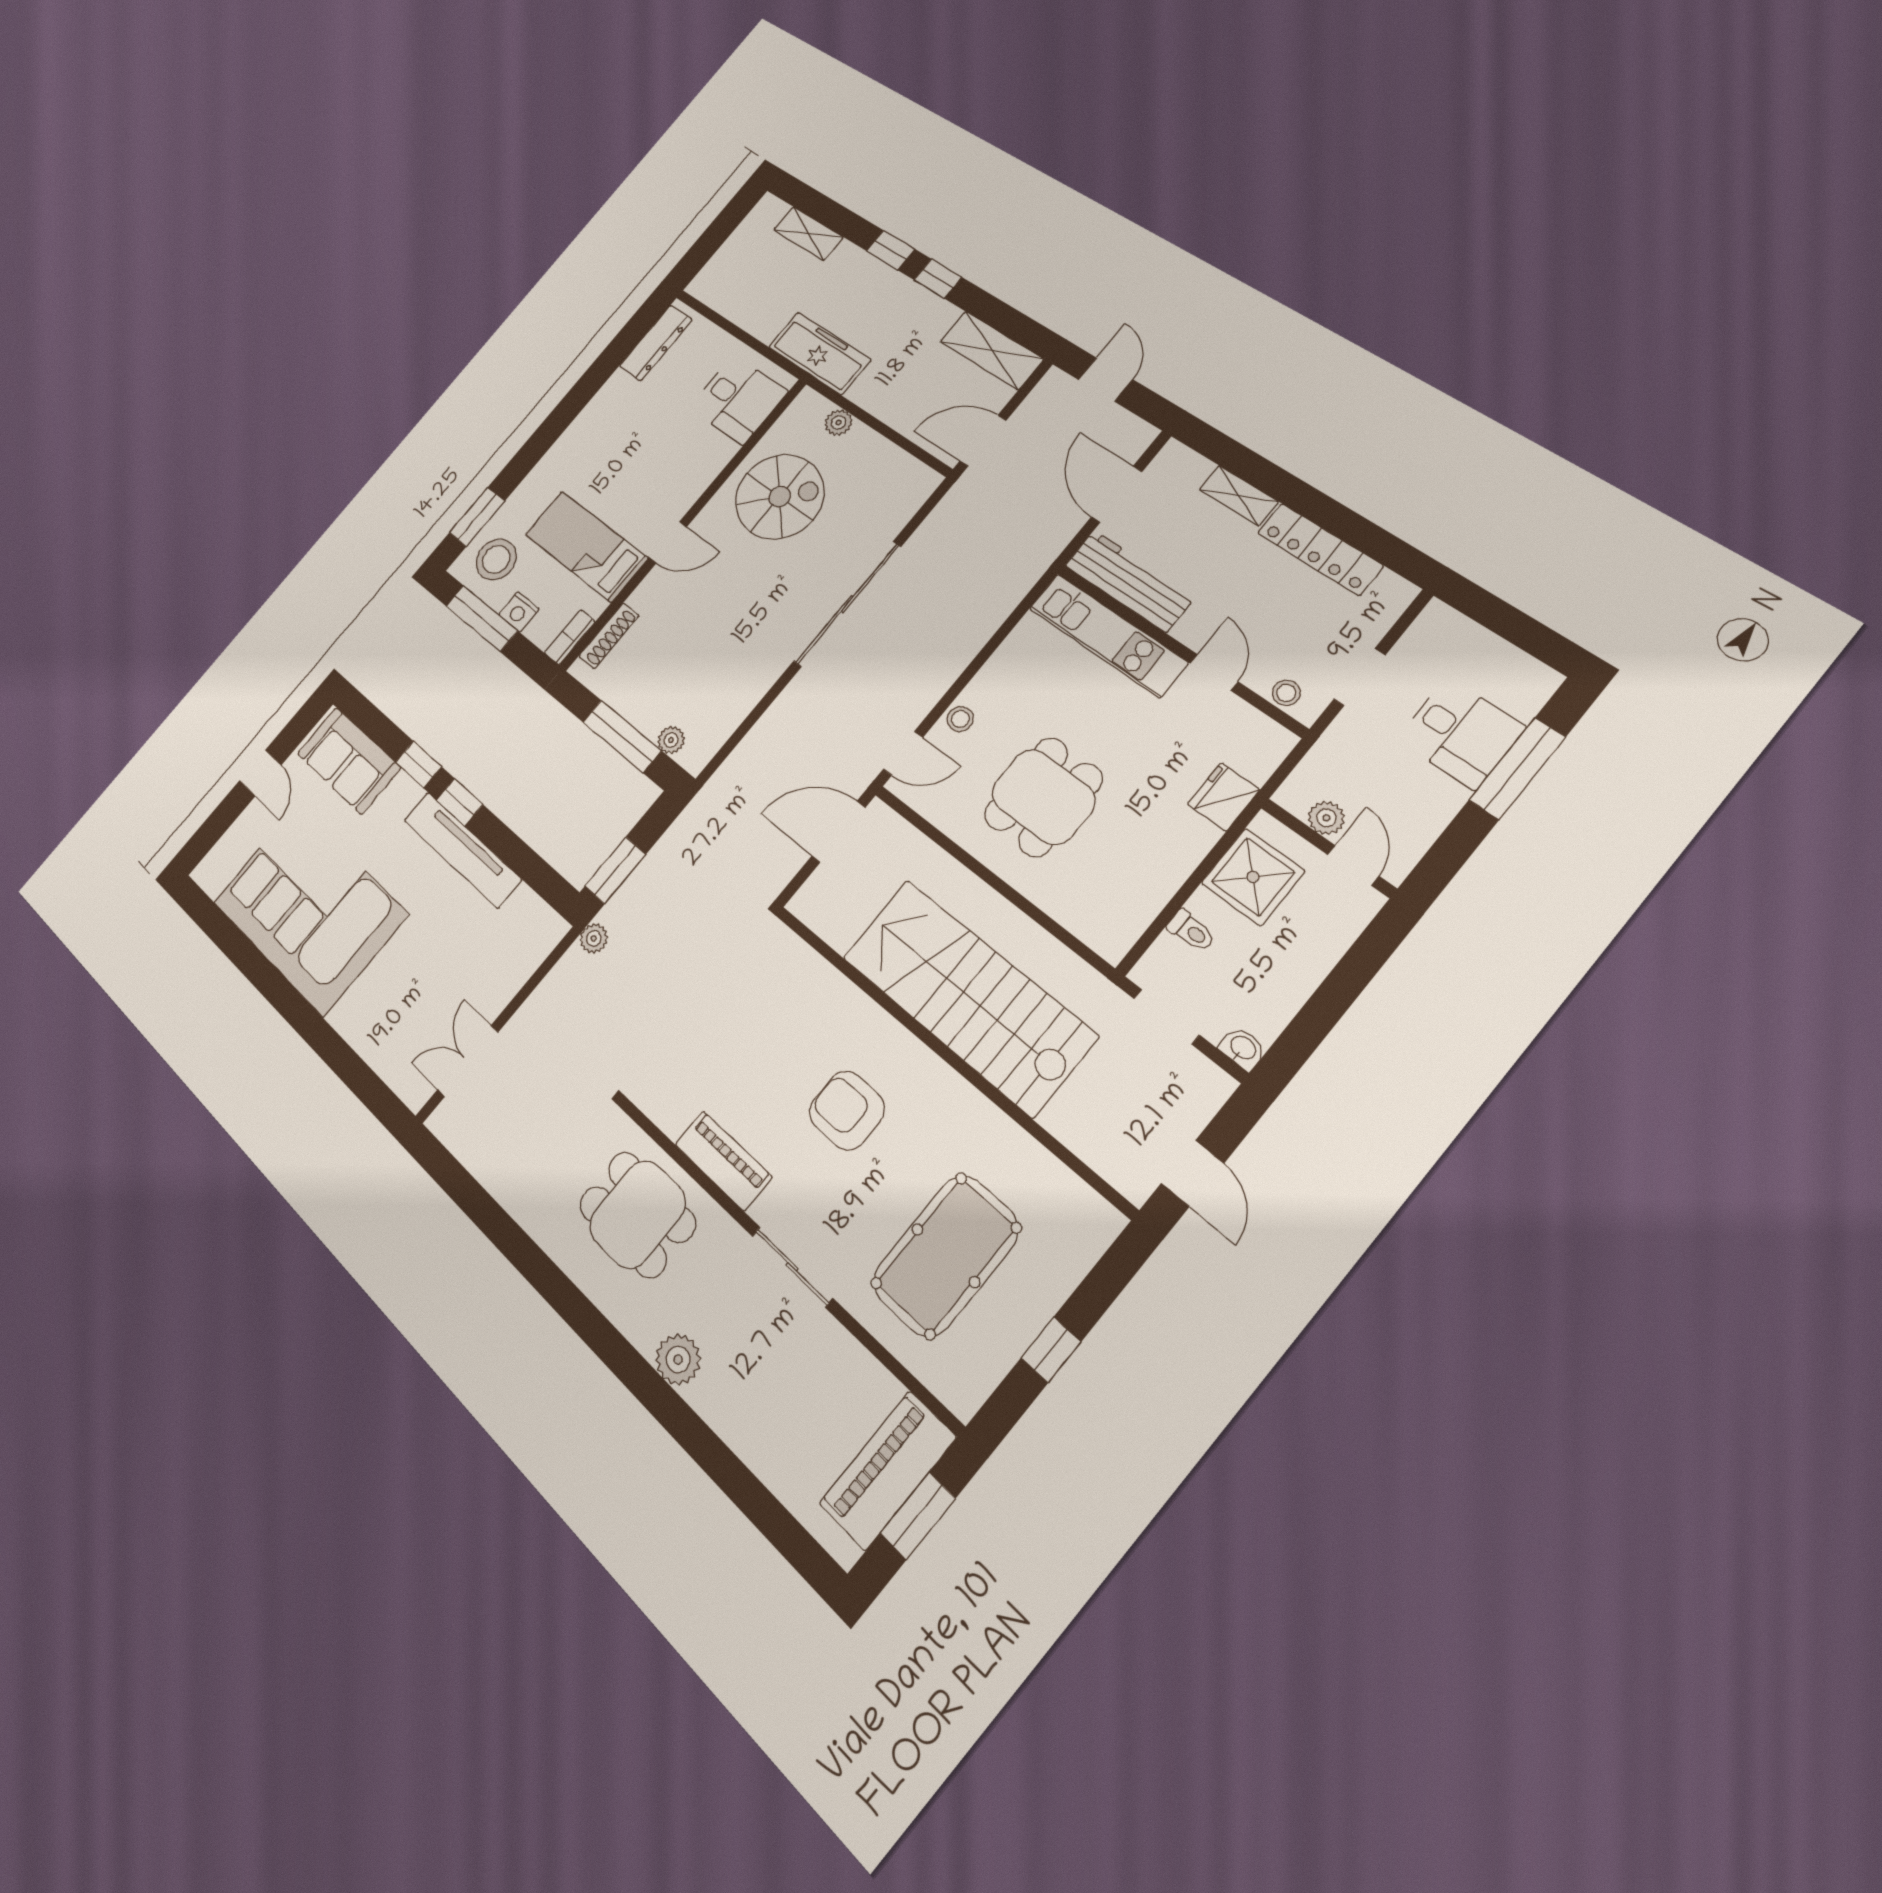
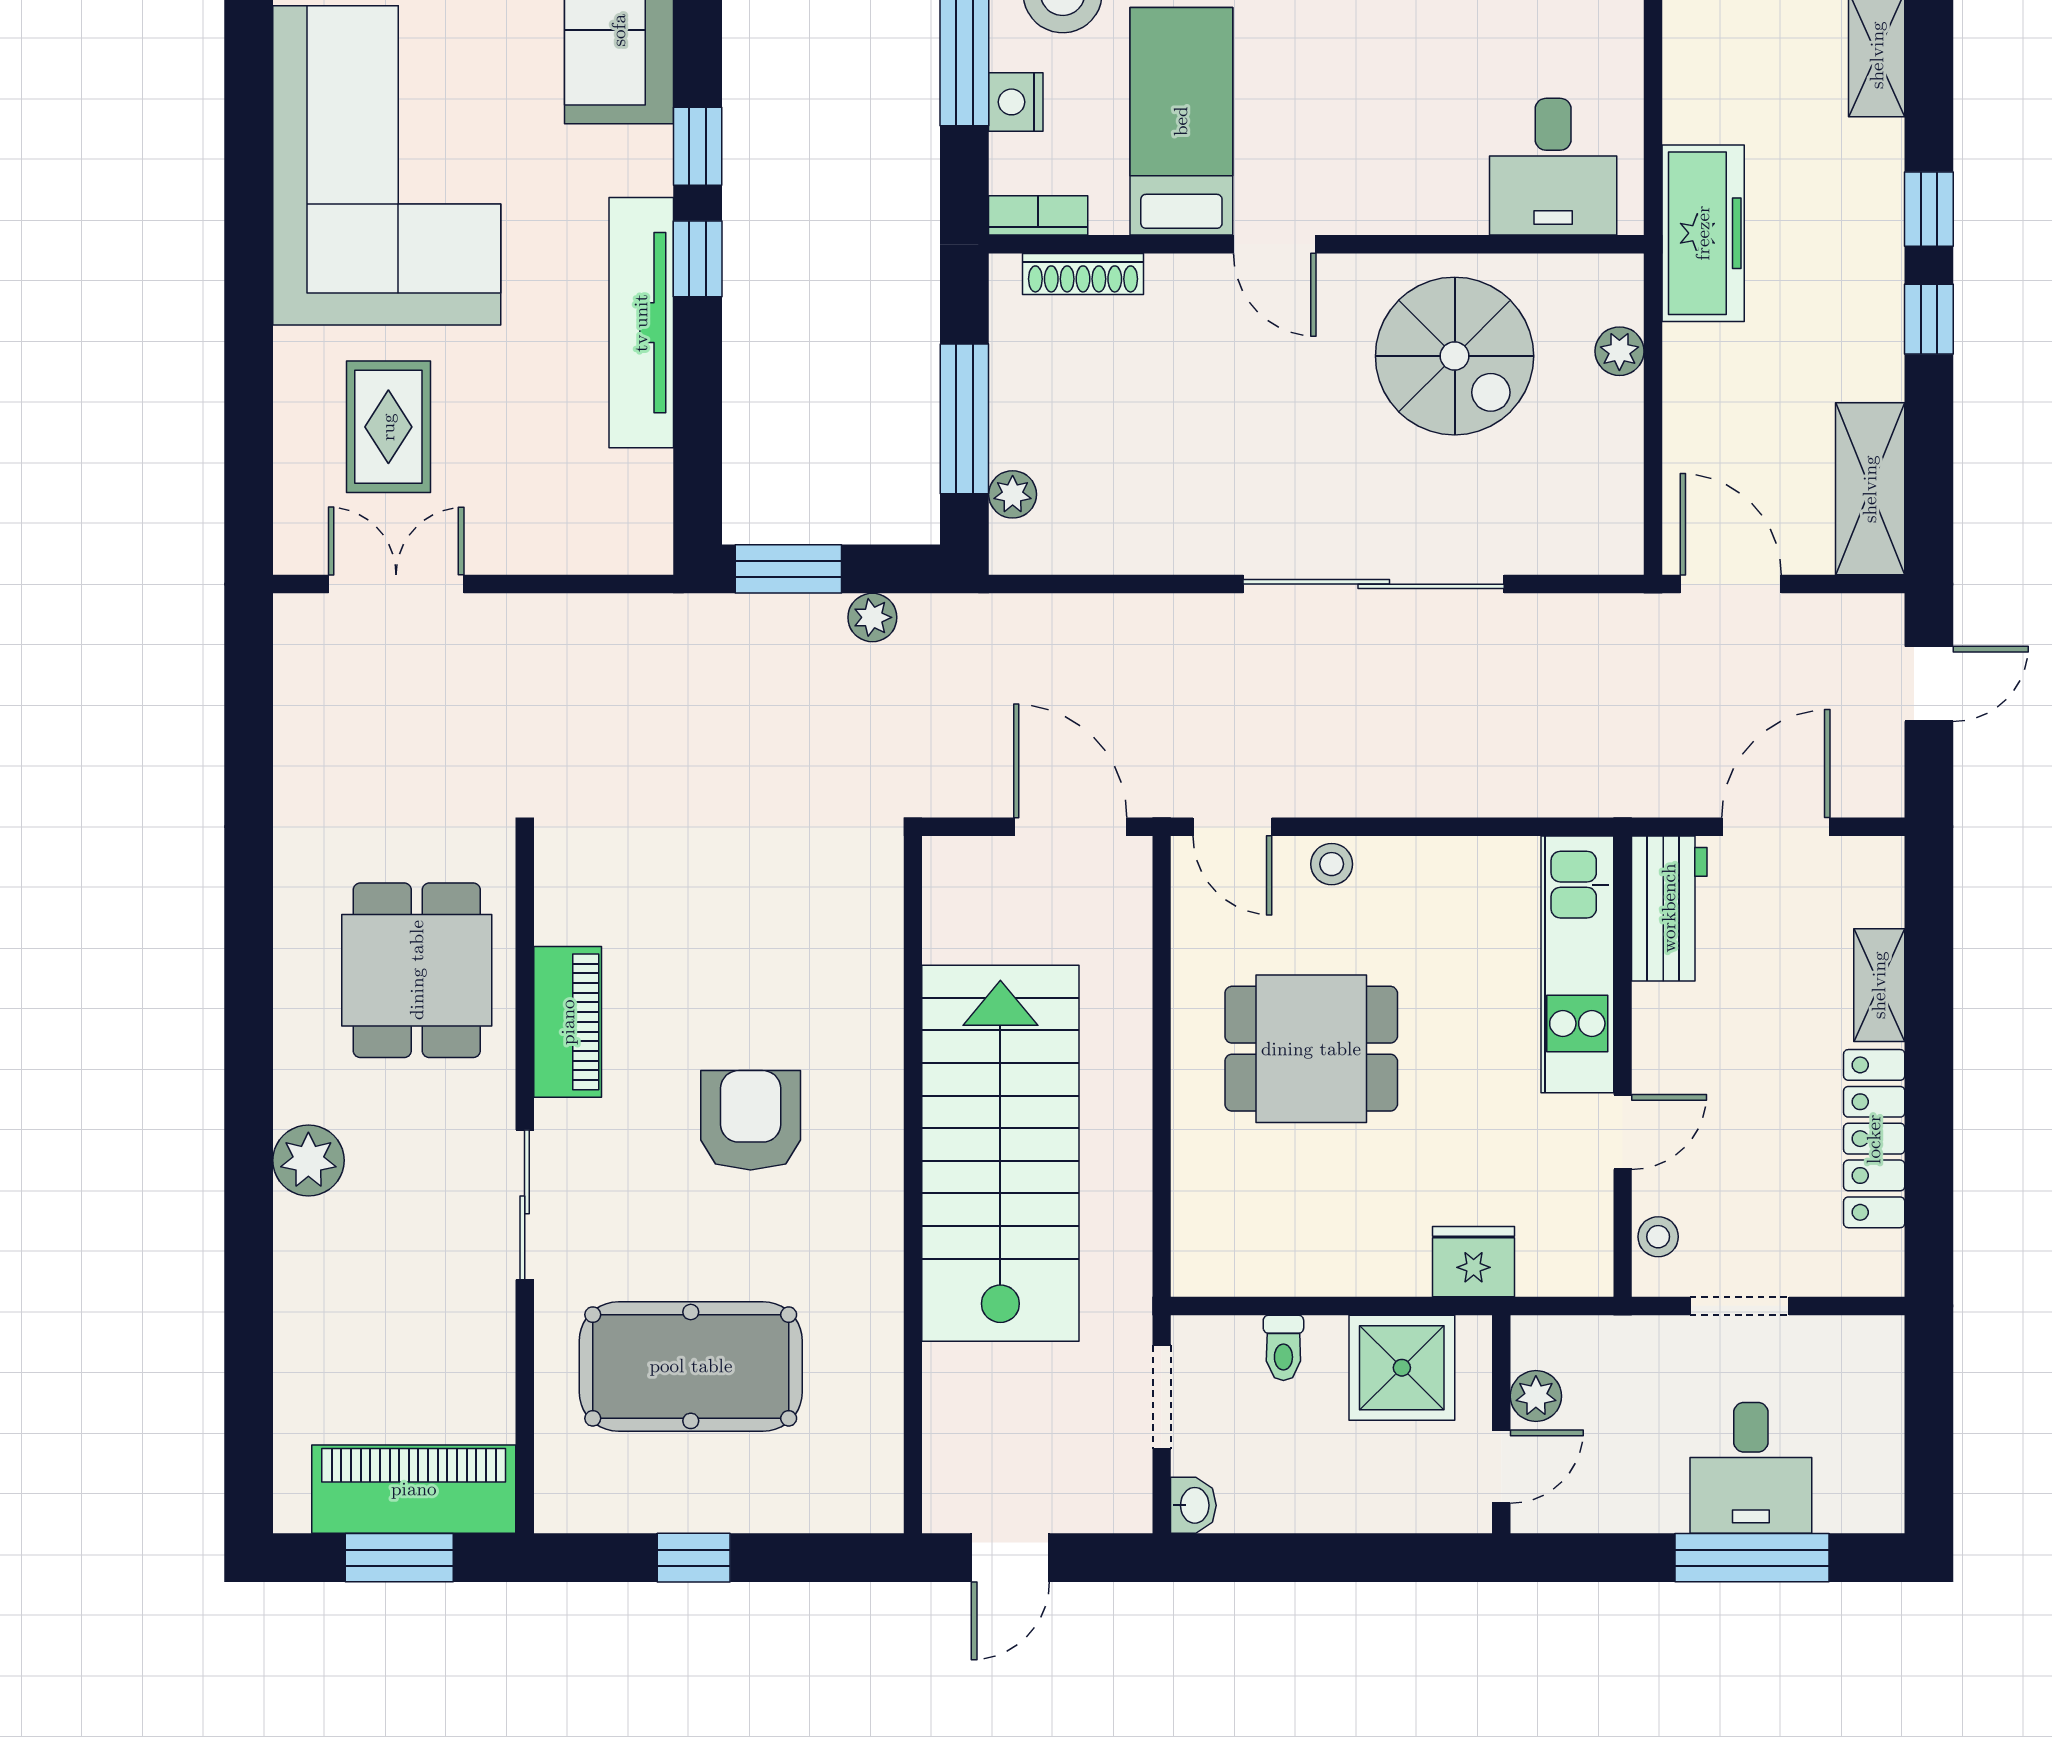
workbench: (1130, 581) -> (1669, 908), width x0.73
plant: (594, 938) -> (872, 617), moved
rug: (404, 1003) -> (388, 427), added

